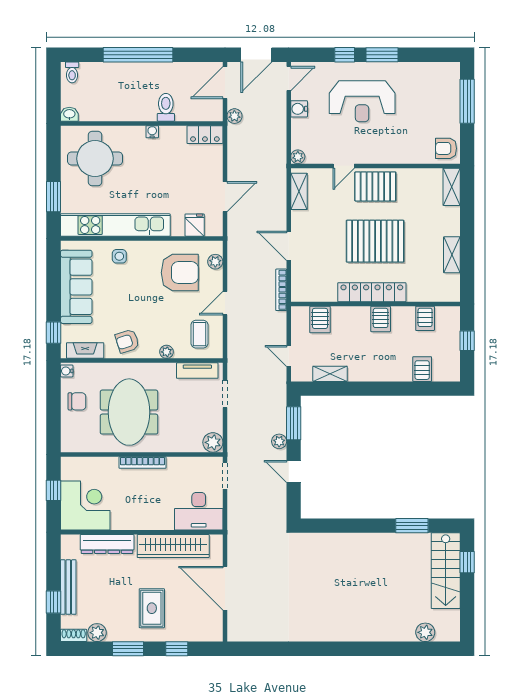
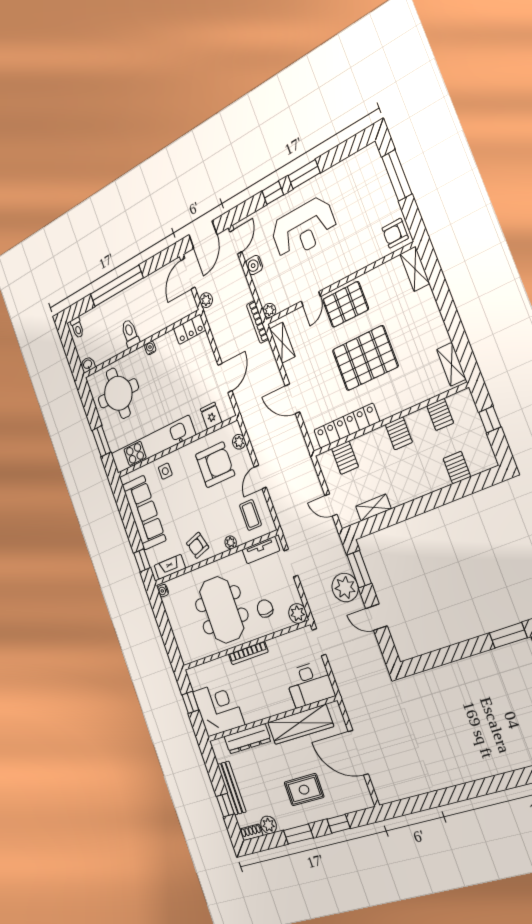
toilet: (166, 107) -> (130, 333), moved
shelving: (452, 255) -> (451, 364), moved
bookcase: (281, 290) -> (258, 322), moved
locker: (372, 292) -> (346, 426), moved
chair: (77, 401) -> (265, 609), moved, turned -90
plant: (279, 441) -> (345, 588), width x1.88, depth x1.88
rug: (152, 608) -> (304, 790), turned 90

